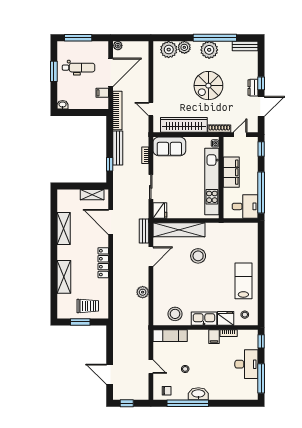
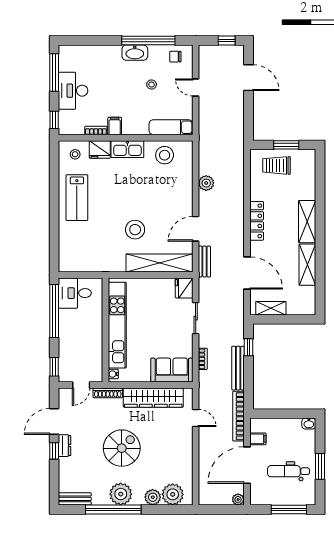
filing cabinet: (231, 172) -> (92, 337), removed
shelving: (64, 277) -> (307, 222), moved

